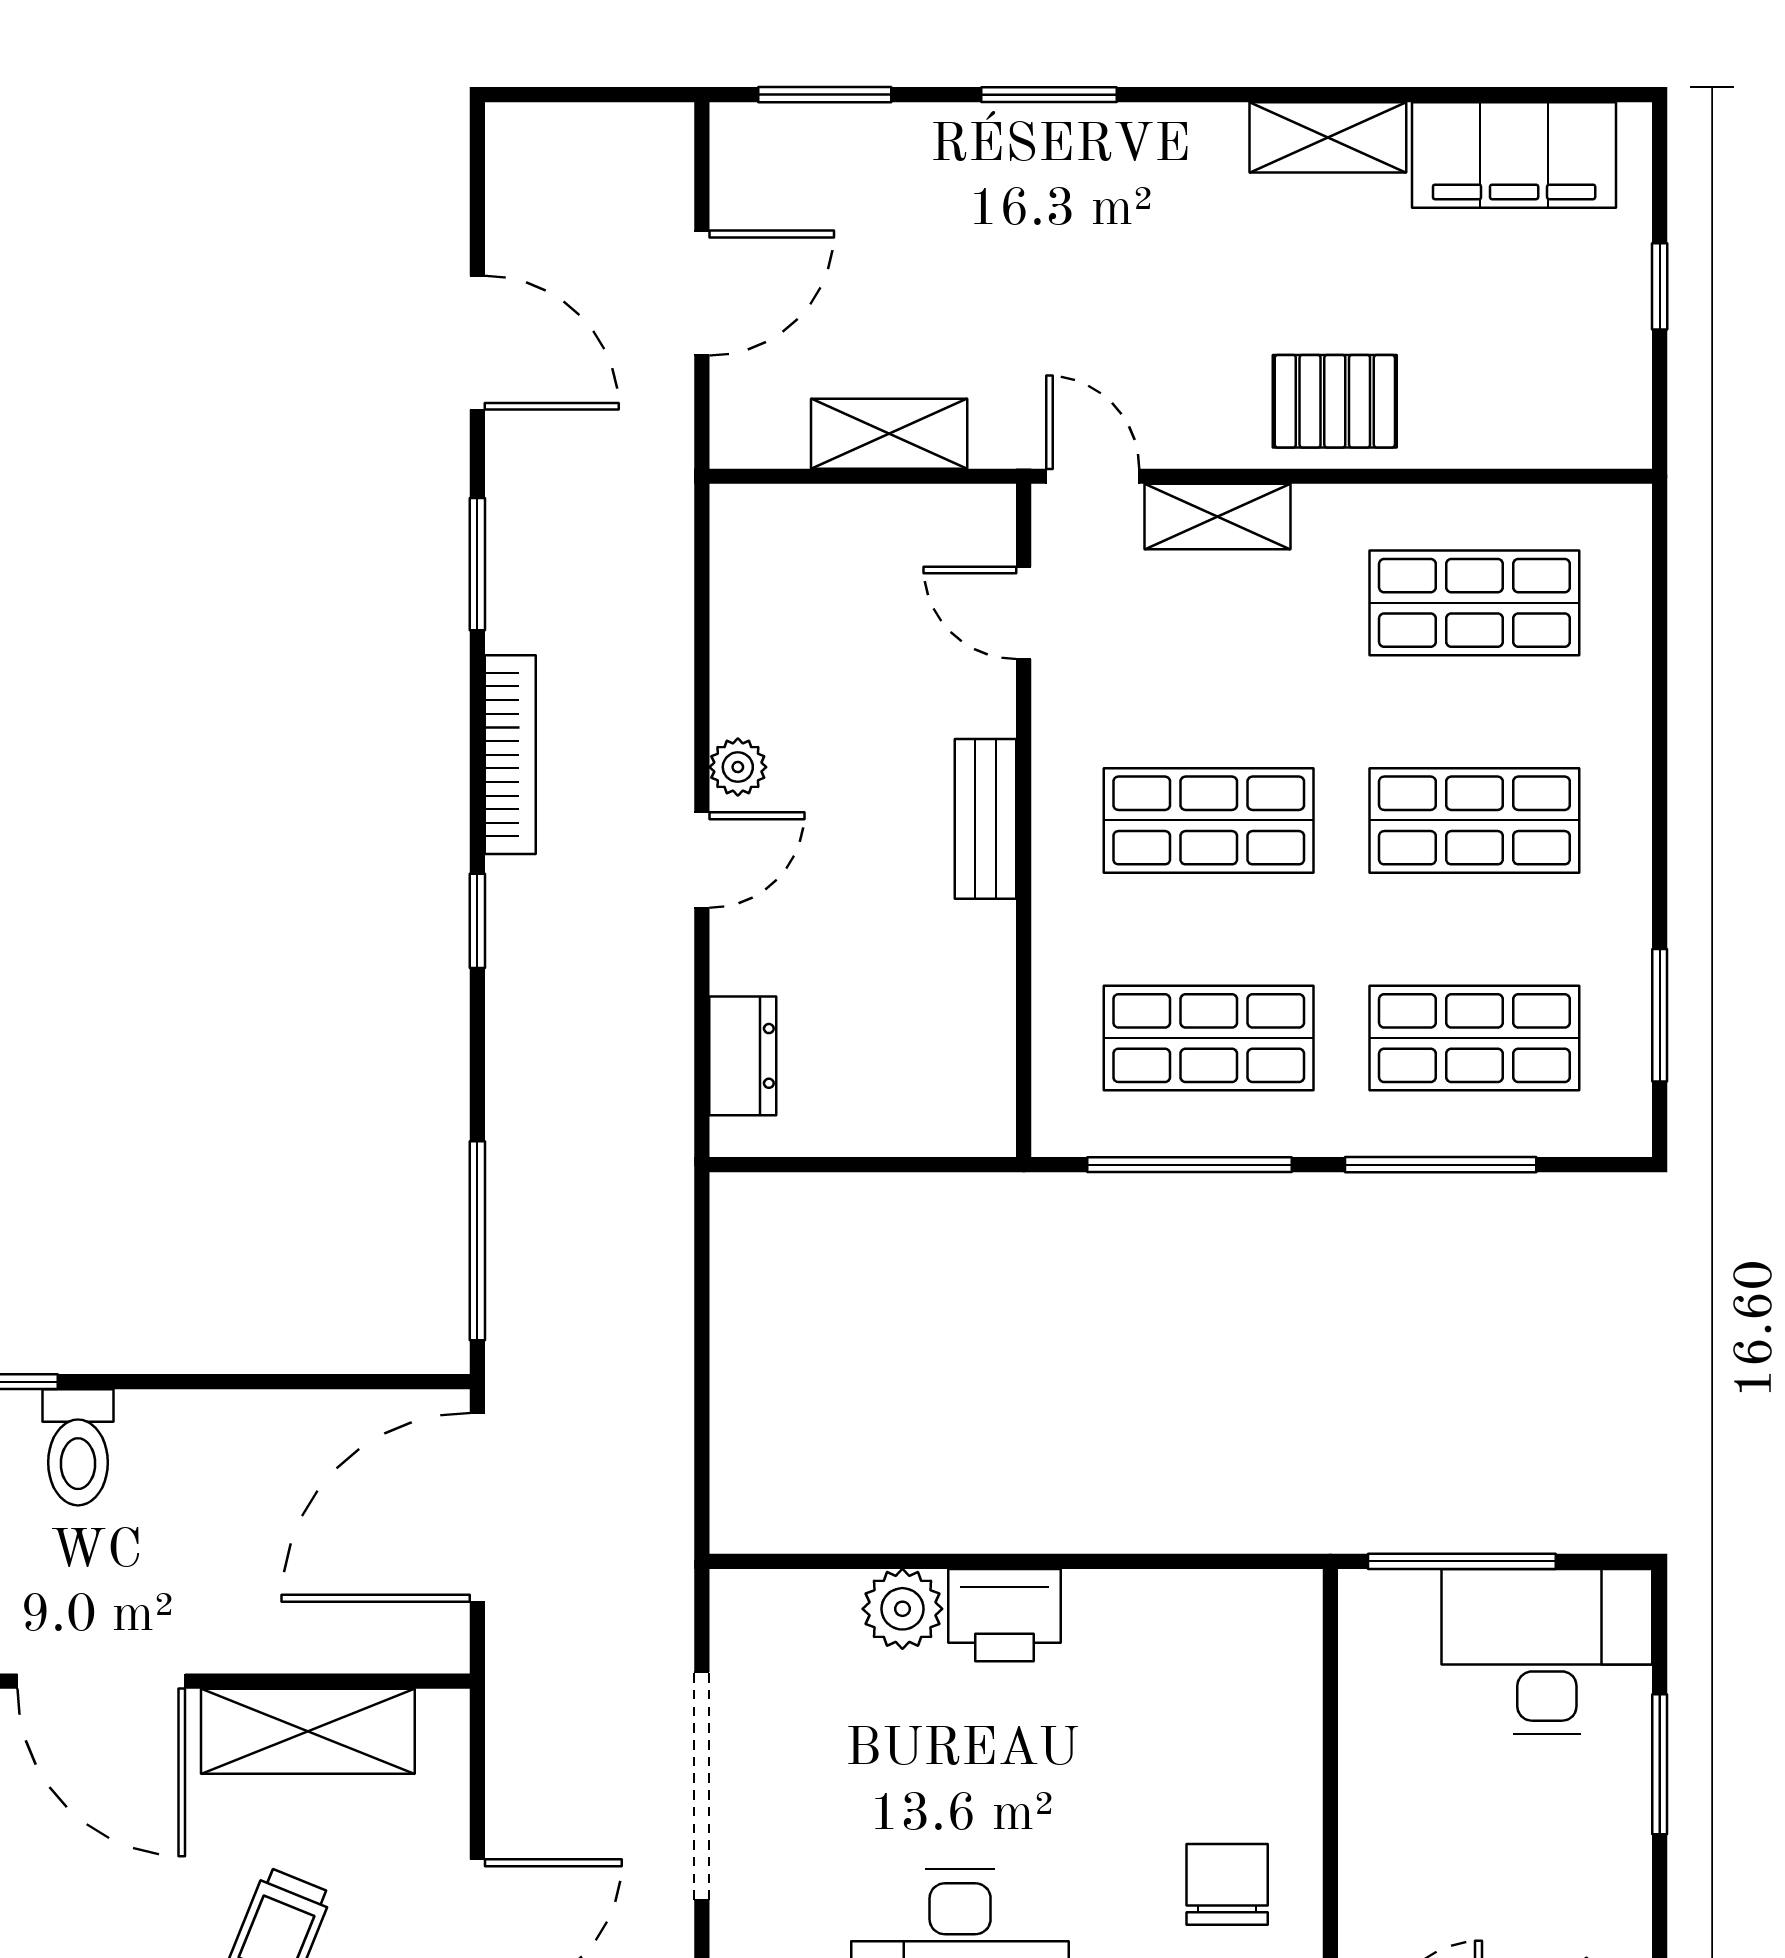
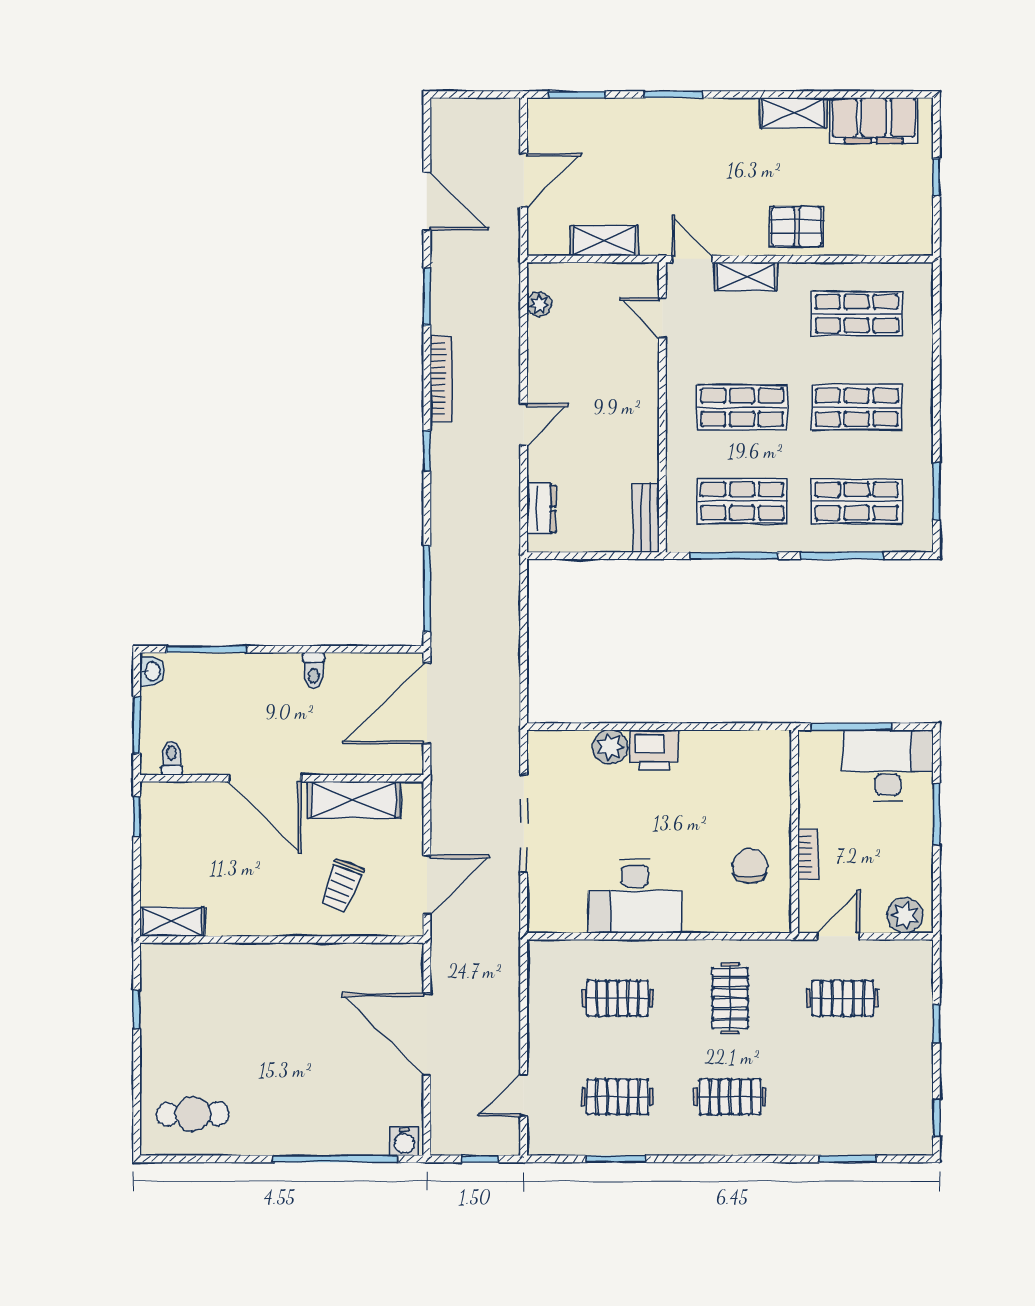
plant: (738, 767) -> (539, 304), moved
bench: (986, 819) -> (646, 518), moved
toilet: (78, 1447) -> (314, 671), moved, width x0.73, depth x0.72
bookcase: (1361, 1857) -> (808, 854), added

